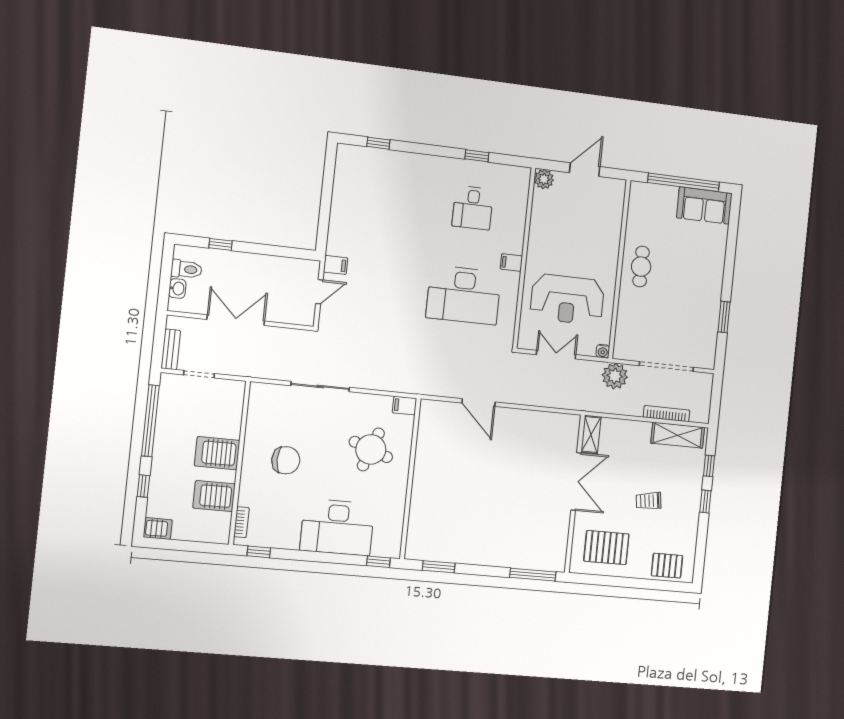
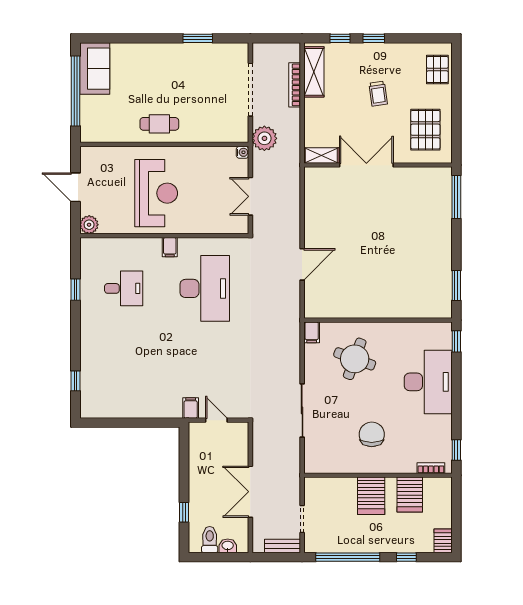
reception desk: (567, 299) -> (156, 193), moved

